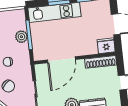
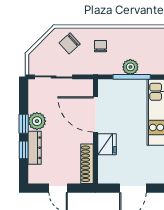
fridge: (106, 46) -> (107, 144), moved

